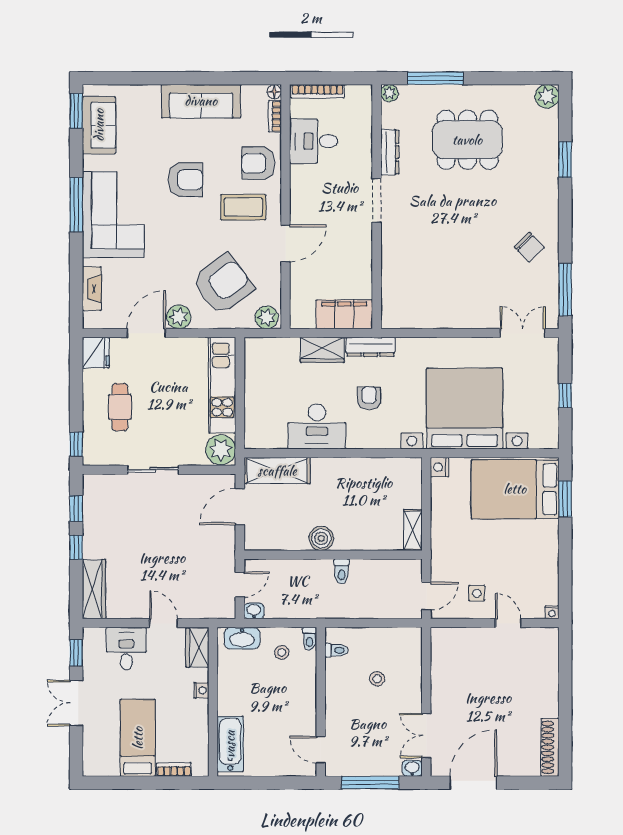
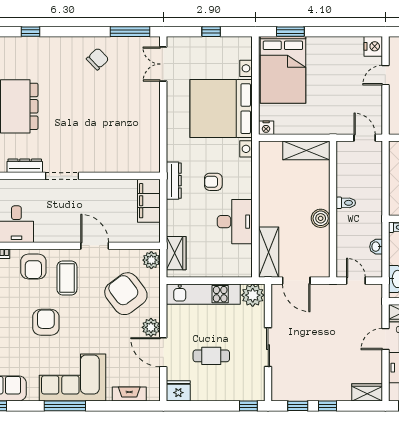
window: (565, 160) -> (30, 32), width x0.67
wardrobe: (322, 350) -> (176, 253), moved
cafe table: (120, 407) -> (211, 356), moved
shelving: (413, 530) -> (306, 150), width x1.50, depth x1.33
wardrobe: (94, 589) -> (367, 392), width x0.67
side table: (477, 593) -> (363, 99), removed
washbasin: (254, 611) -> (376, 247), moved
nightstand: (552, 612) -> (373, 46), width x1.89, depth x1.79

